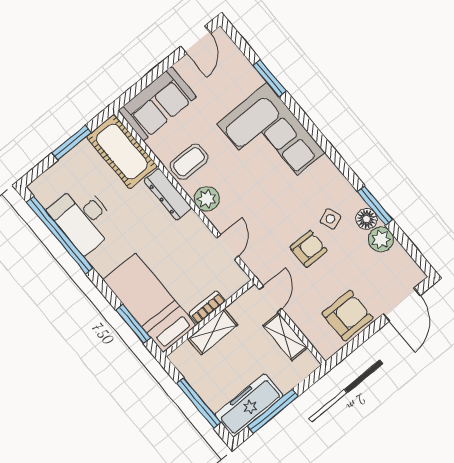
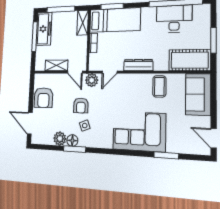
dresser: (168, 194) -> (138, 65), moved
plant: (207, 199) -> (92, 80), moved
door: (228, 247) -> (110, 72), hinge flipped
shelving: (213, 332) -> (83, 23), moved

